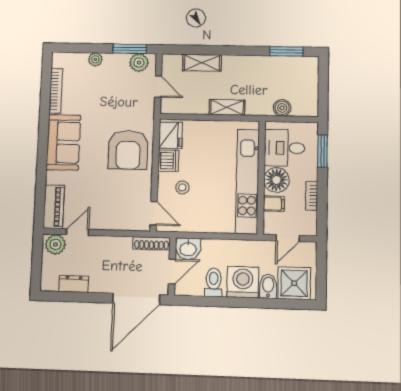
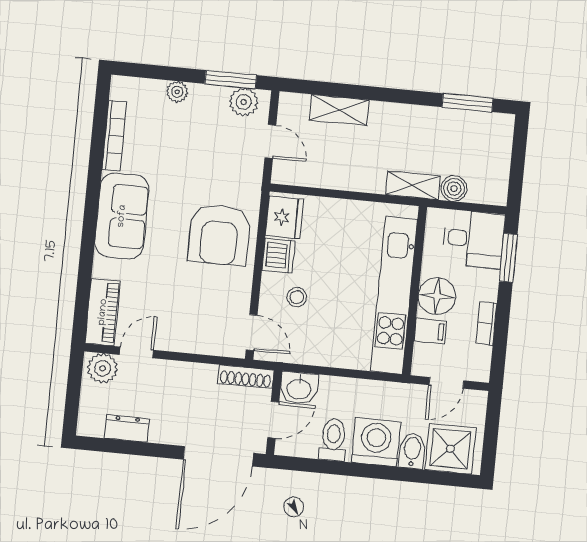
shelving: (227, 107) -> (413, 185), moved
desk: (285, 148) -> (473, 239), moved, turned 180

